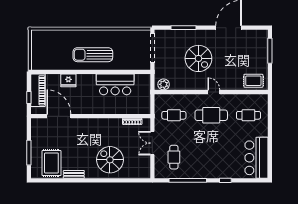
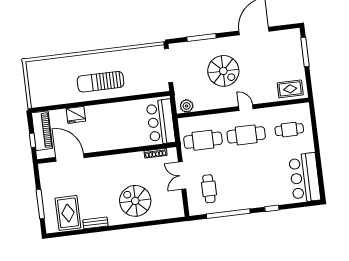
bar counter: (115, 84) -> (161, 122), moved, turned 90
cafe table: (174, 115) -> (203, 140), width x1.37, depth x1.35

